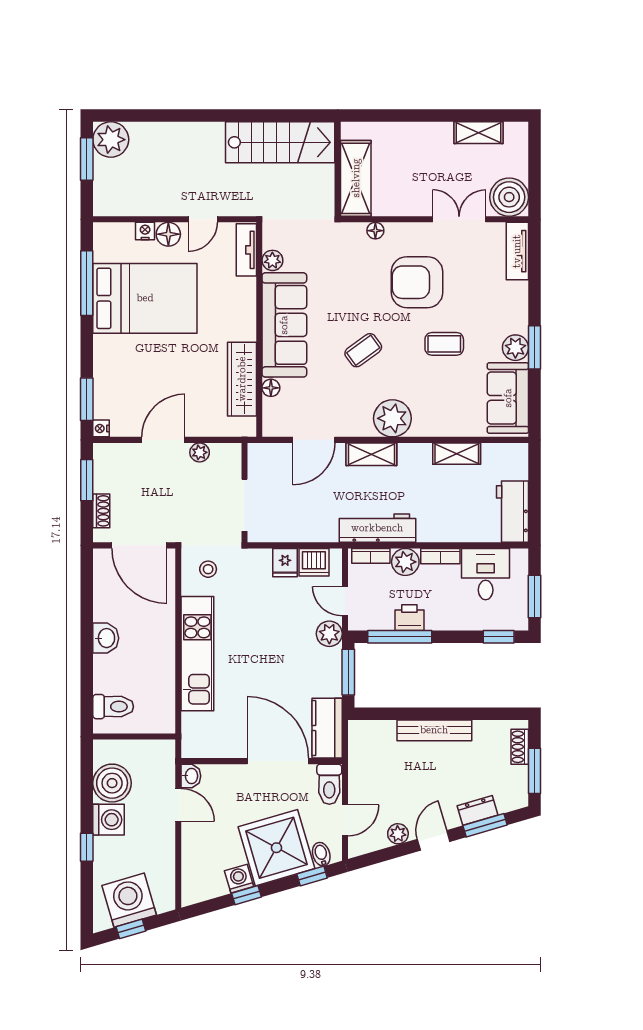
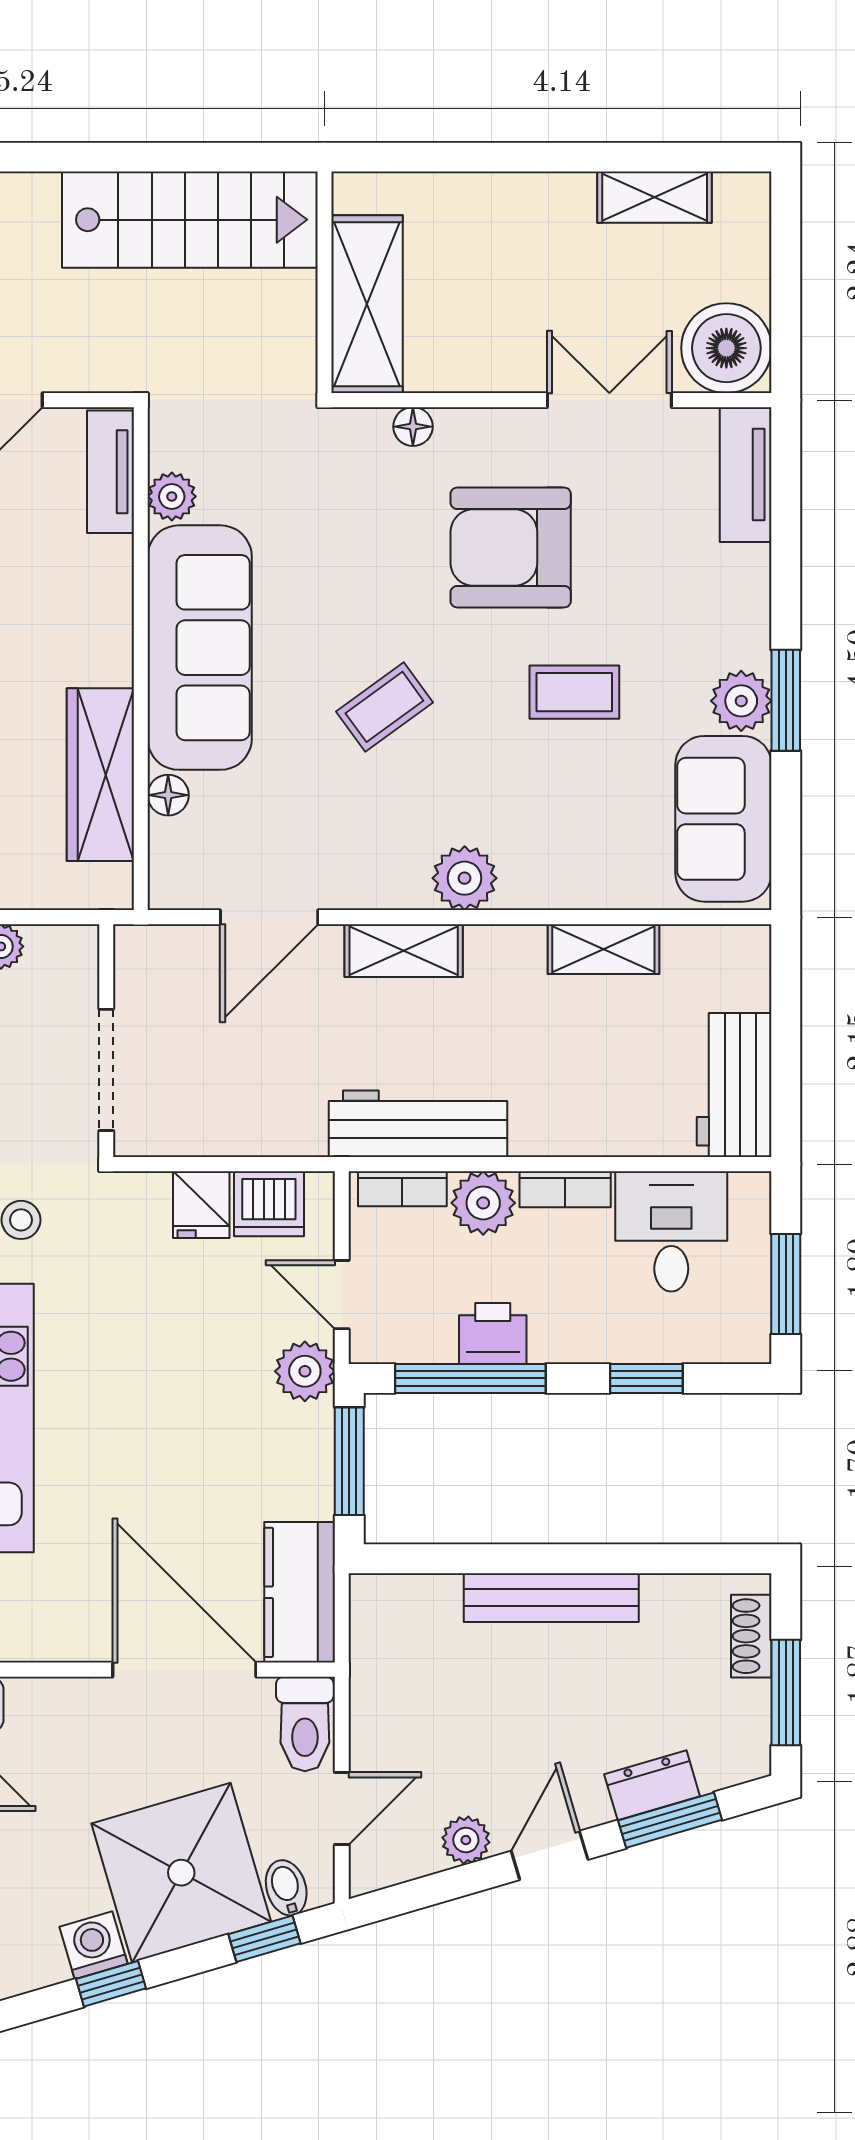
plant: (392, 418) -> (465, 878), width x0.73, depth x0.73
window: (499, 637) -> (646, 1378), moved

